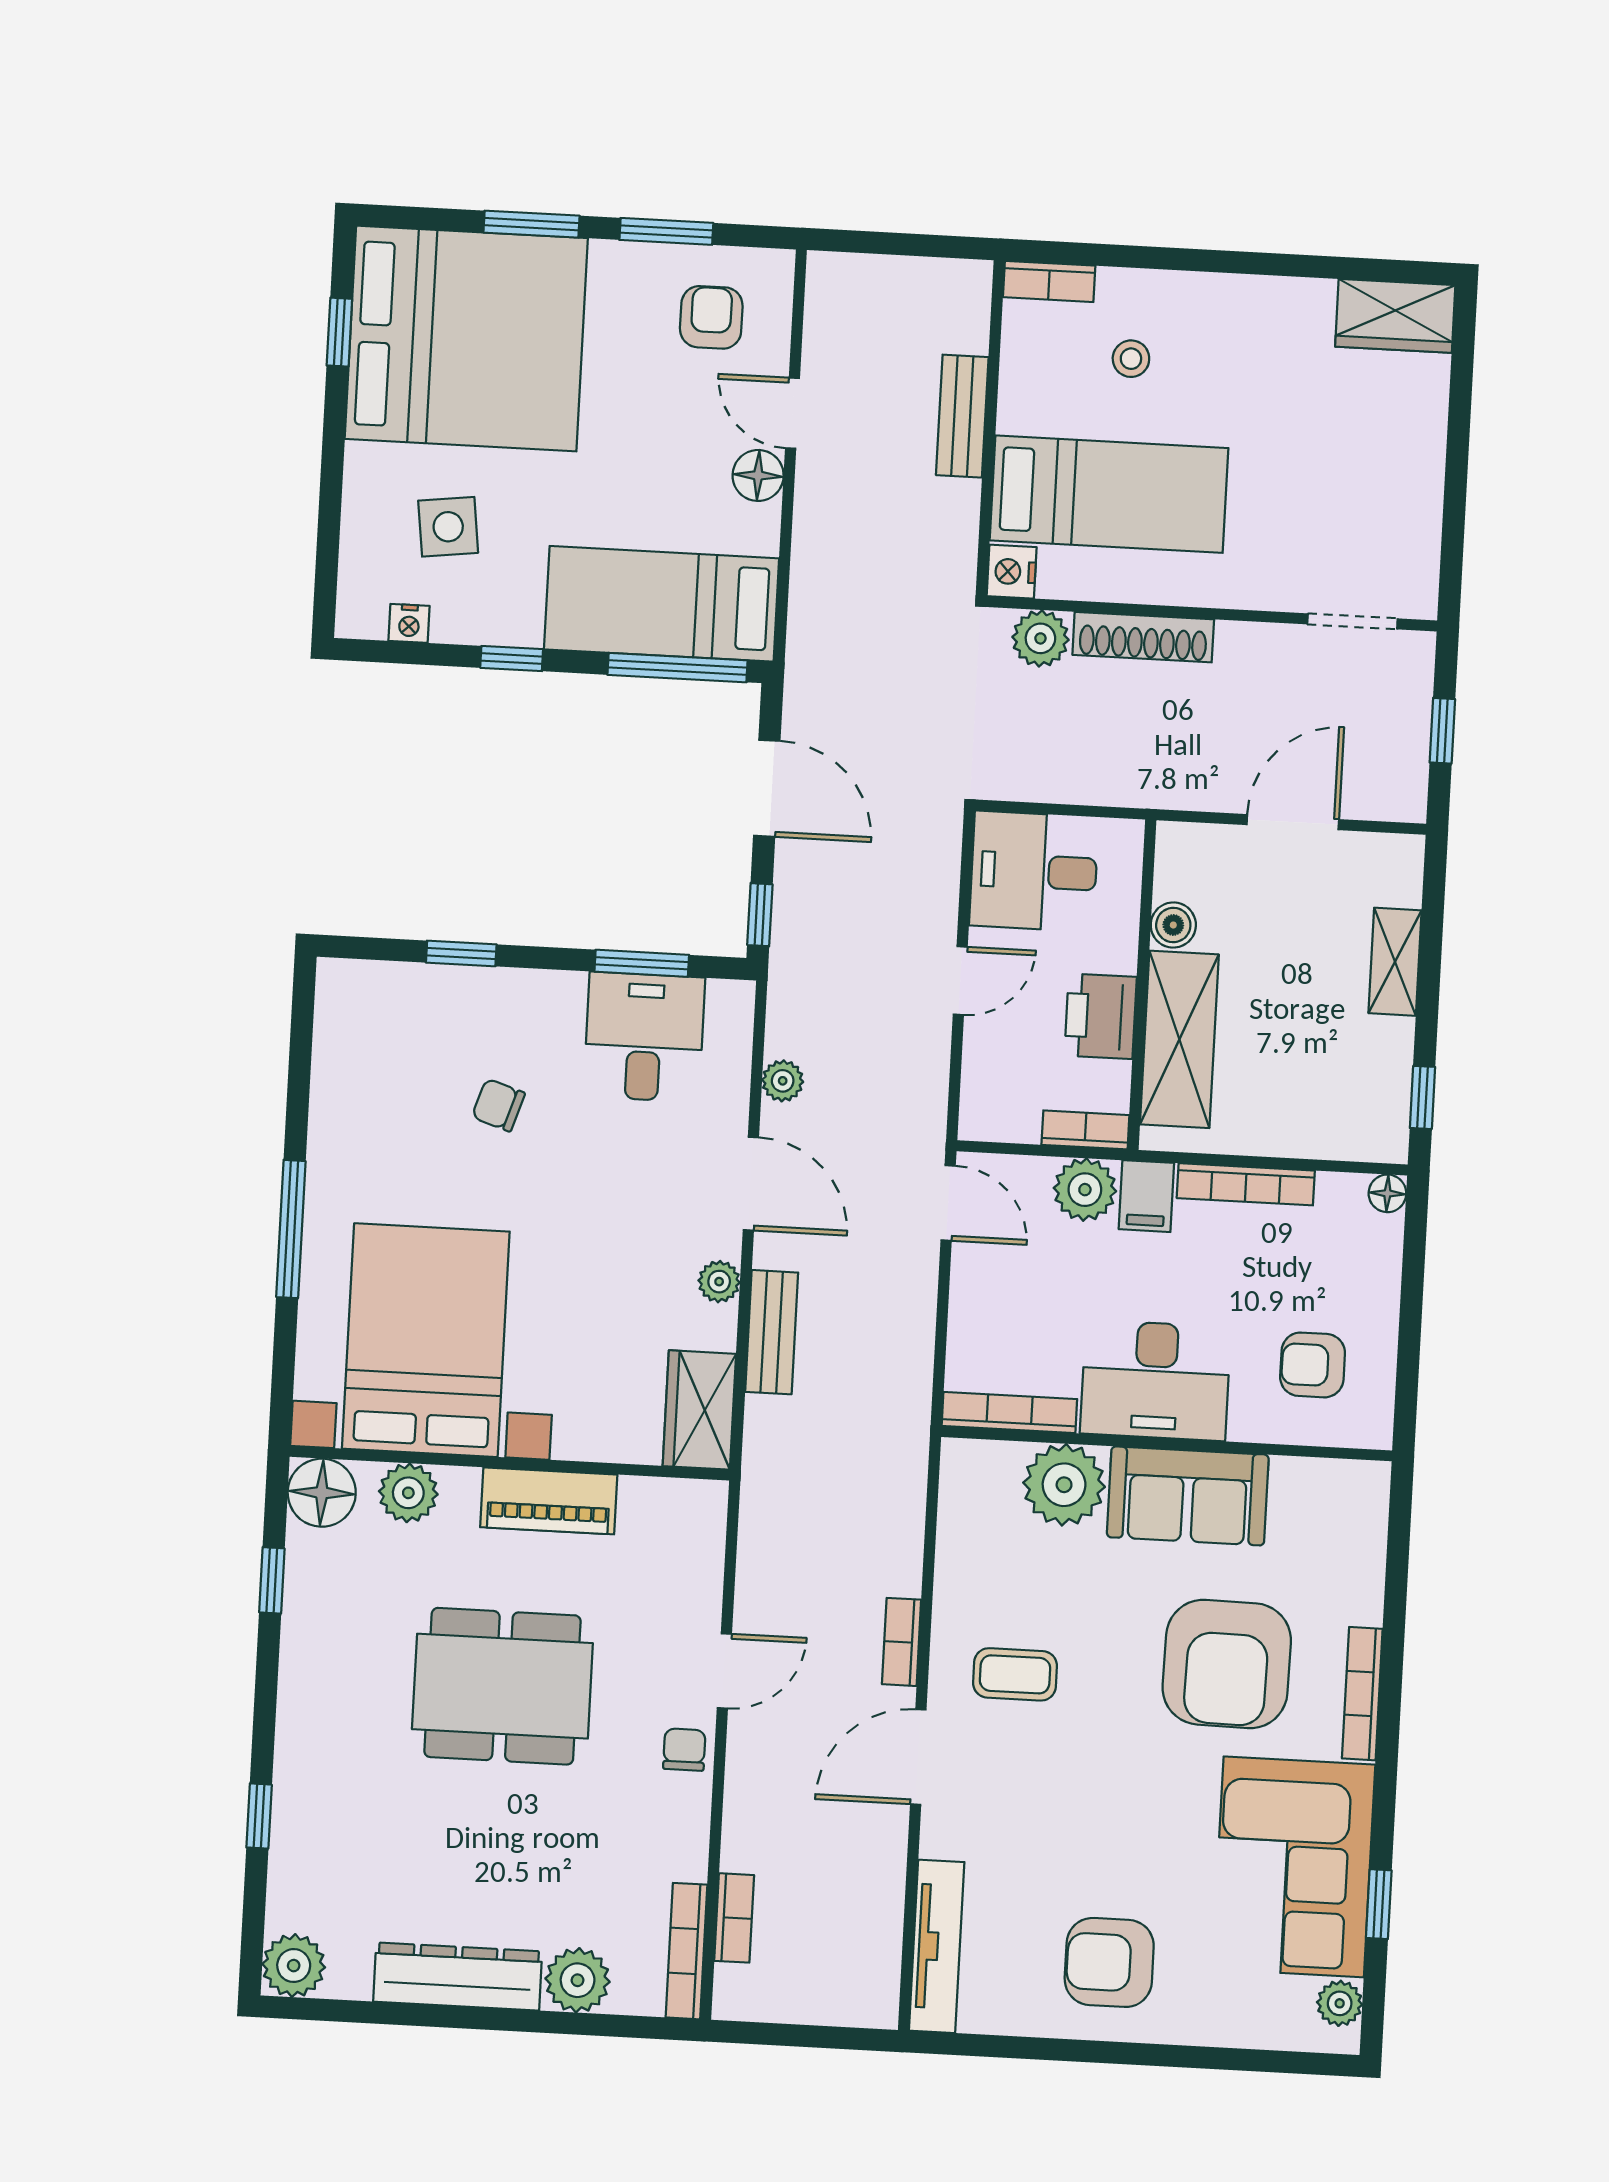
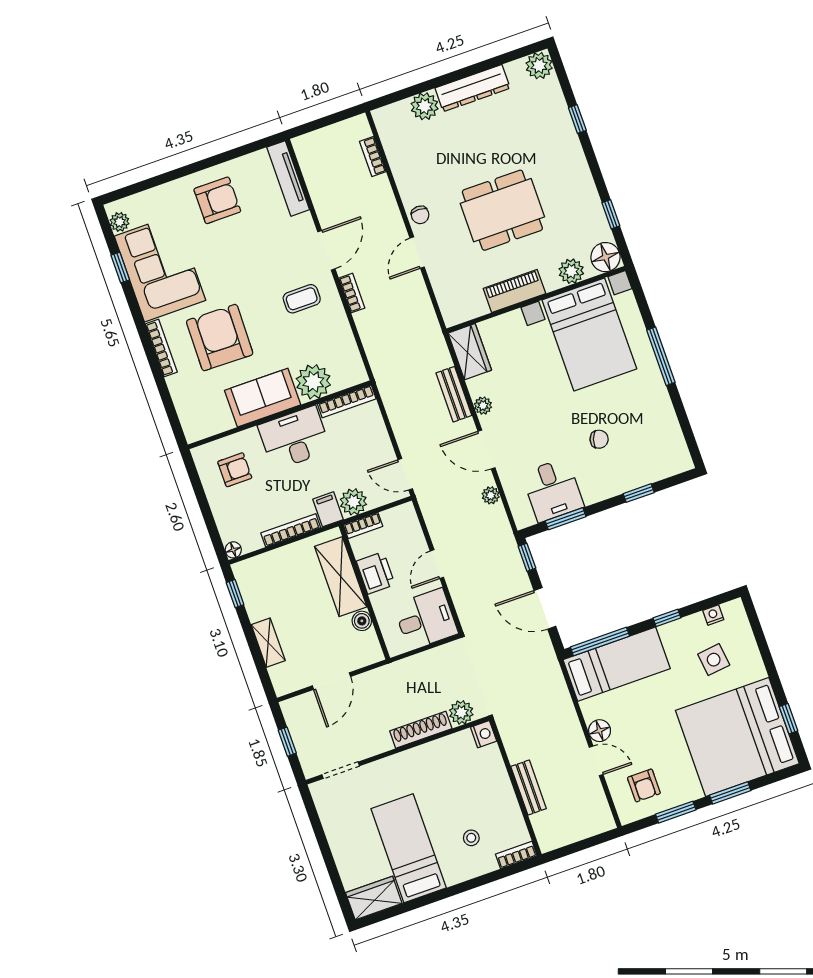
bed: (1109, 494) -> (409, 848), moved, turned 90
bookcase: (686, 1951) -> (386, 136), removed

